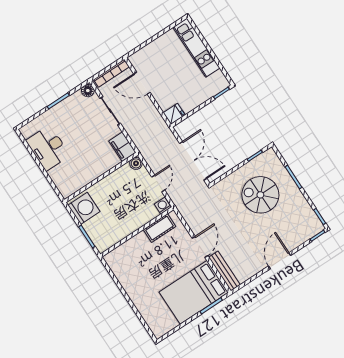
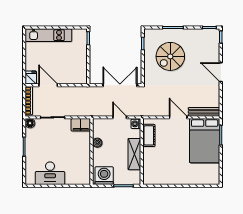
door: (142, 83) -> (48, 85), swing flipped
fridge: (174, 114) -> (31, 78), moved
boiler: (136, 163) -> (97, 143), moved
shelving: (129, 226) -> (134, 154), added

